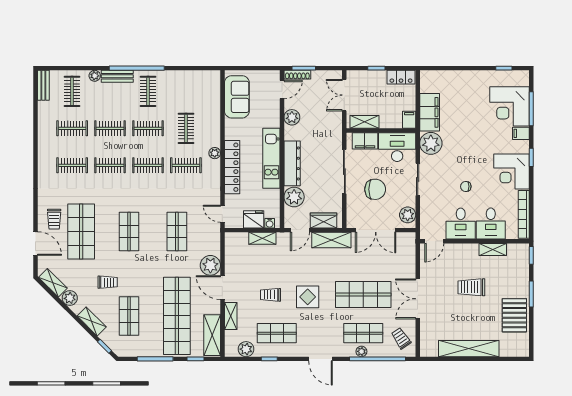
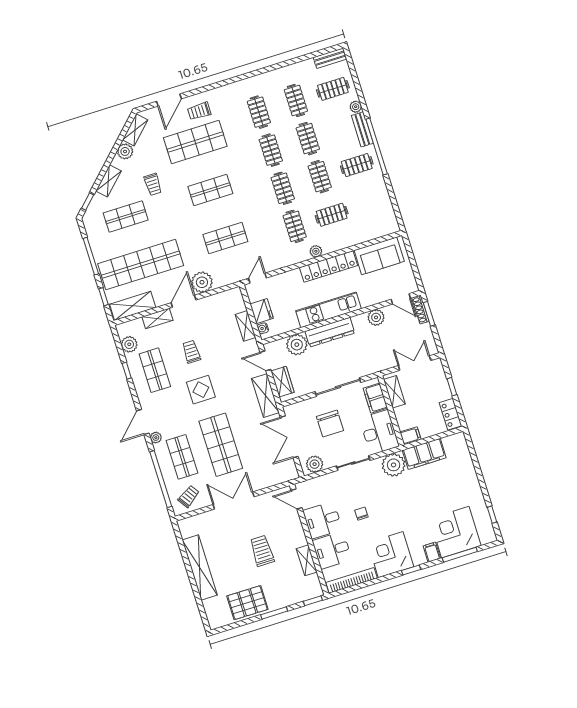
locker: (232, 167) -> (328, 266), moved
plant: (361, 351) -> (156, 438), moved

